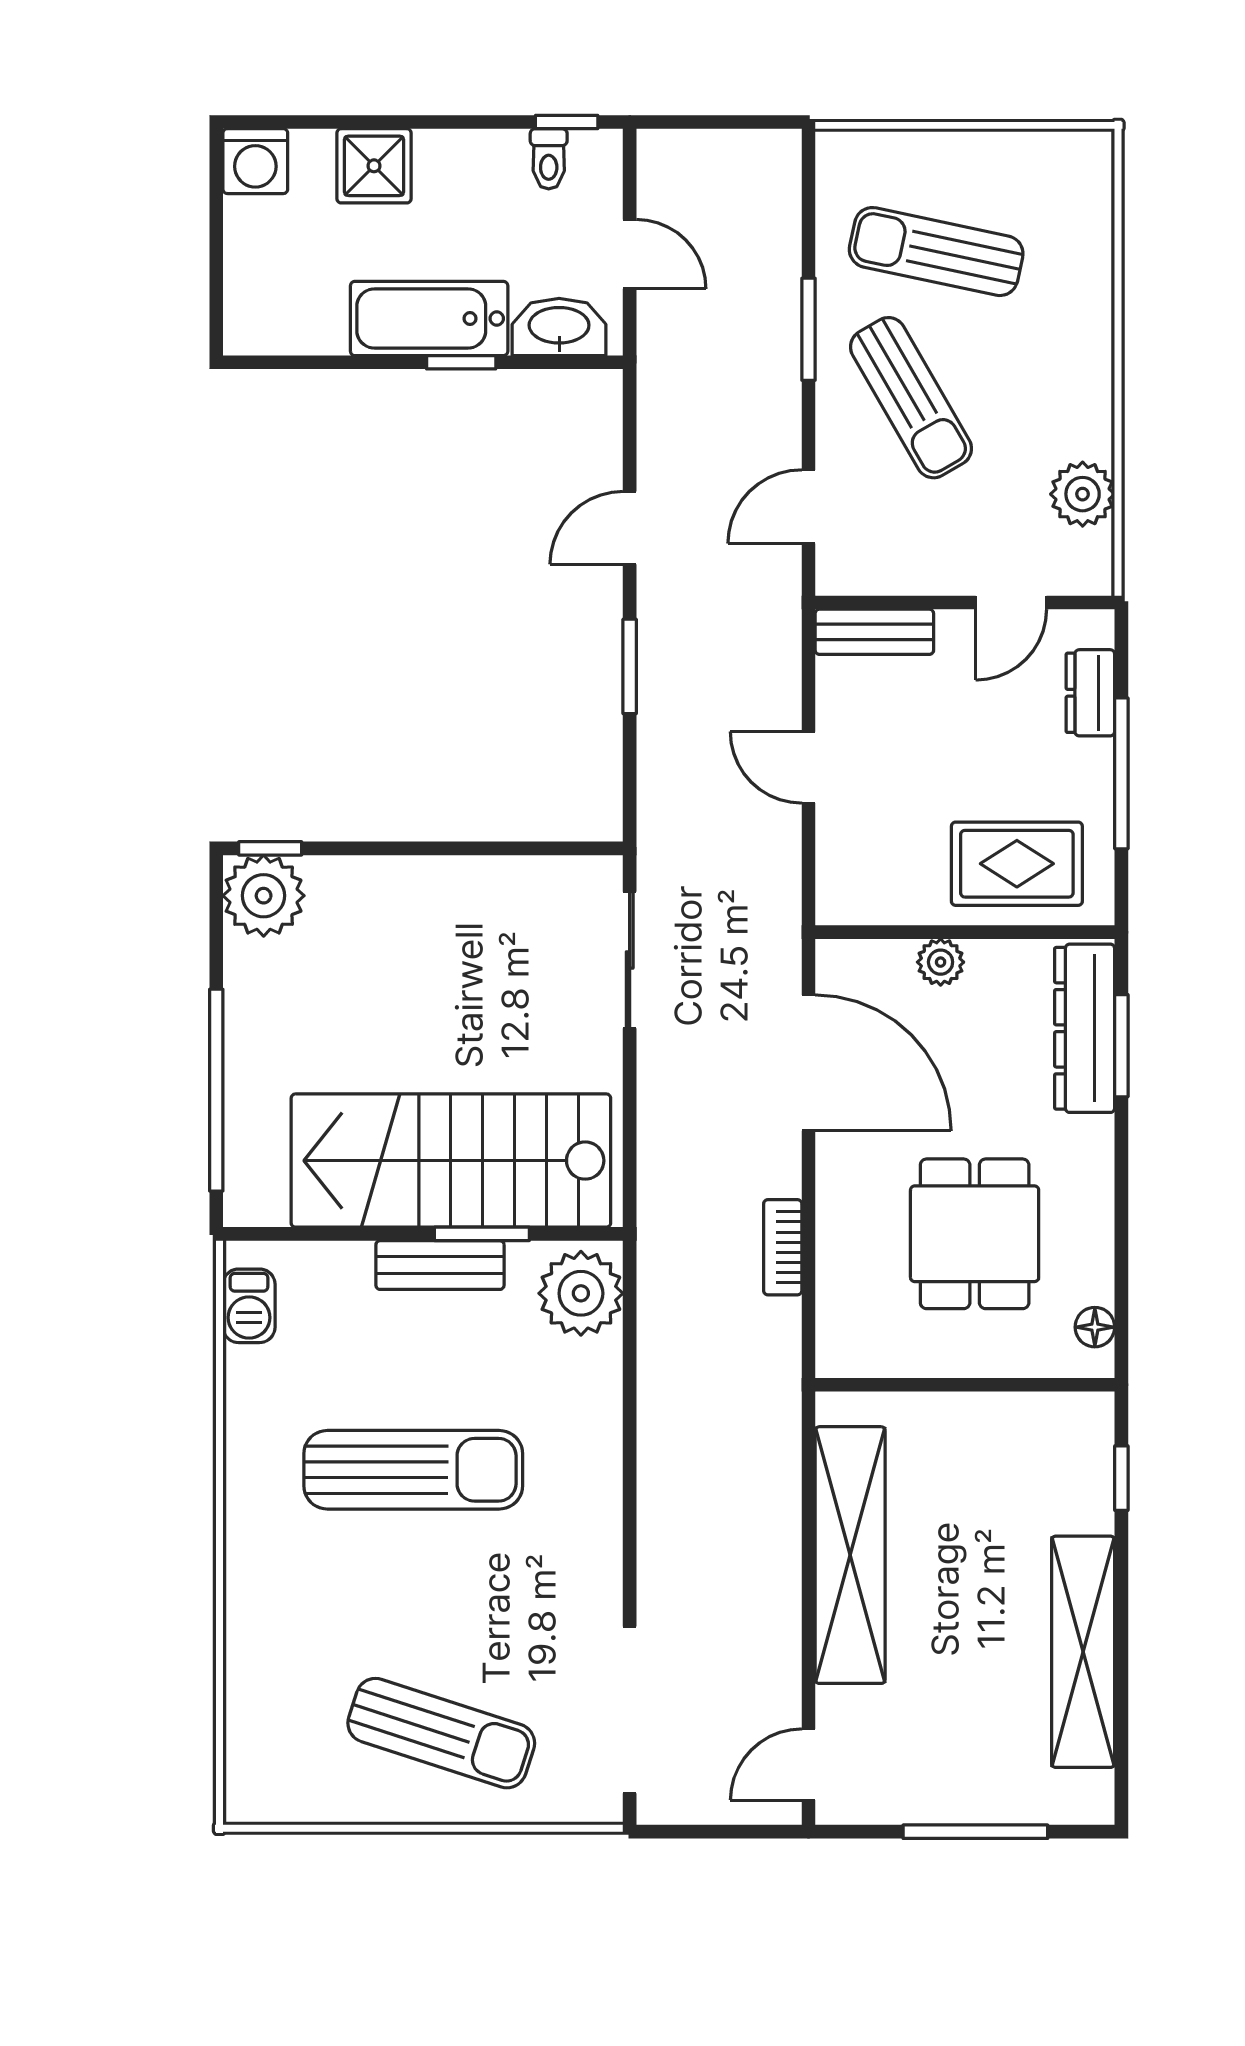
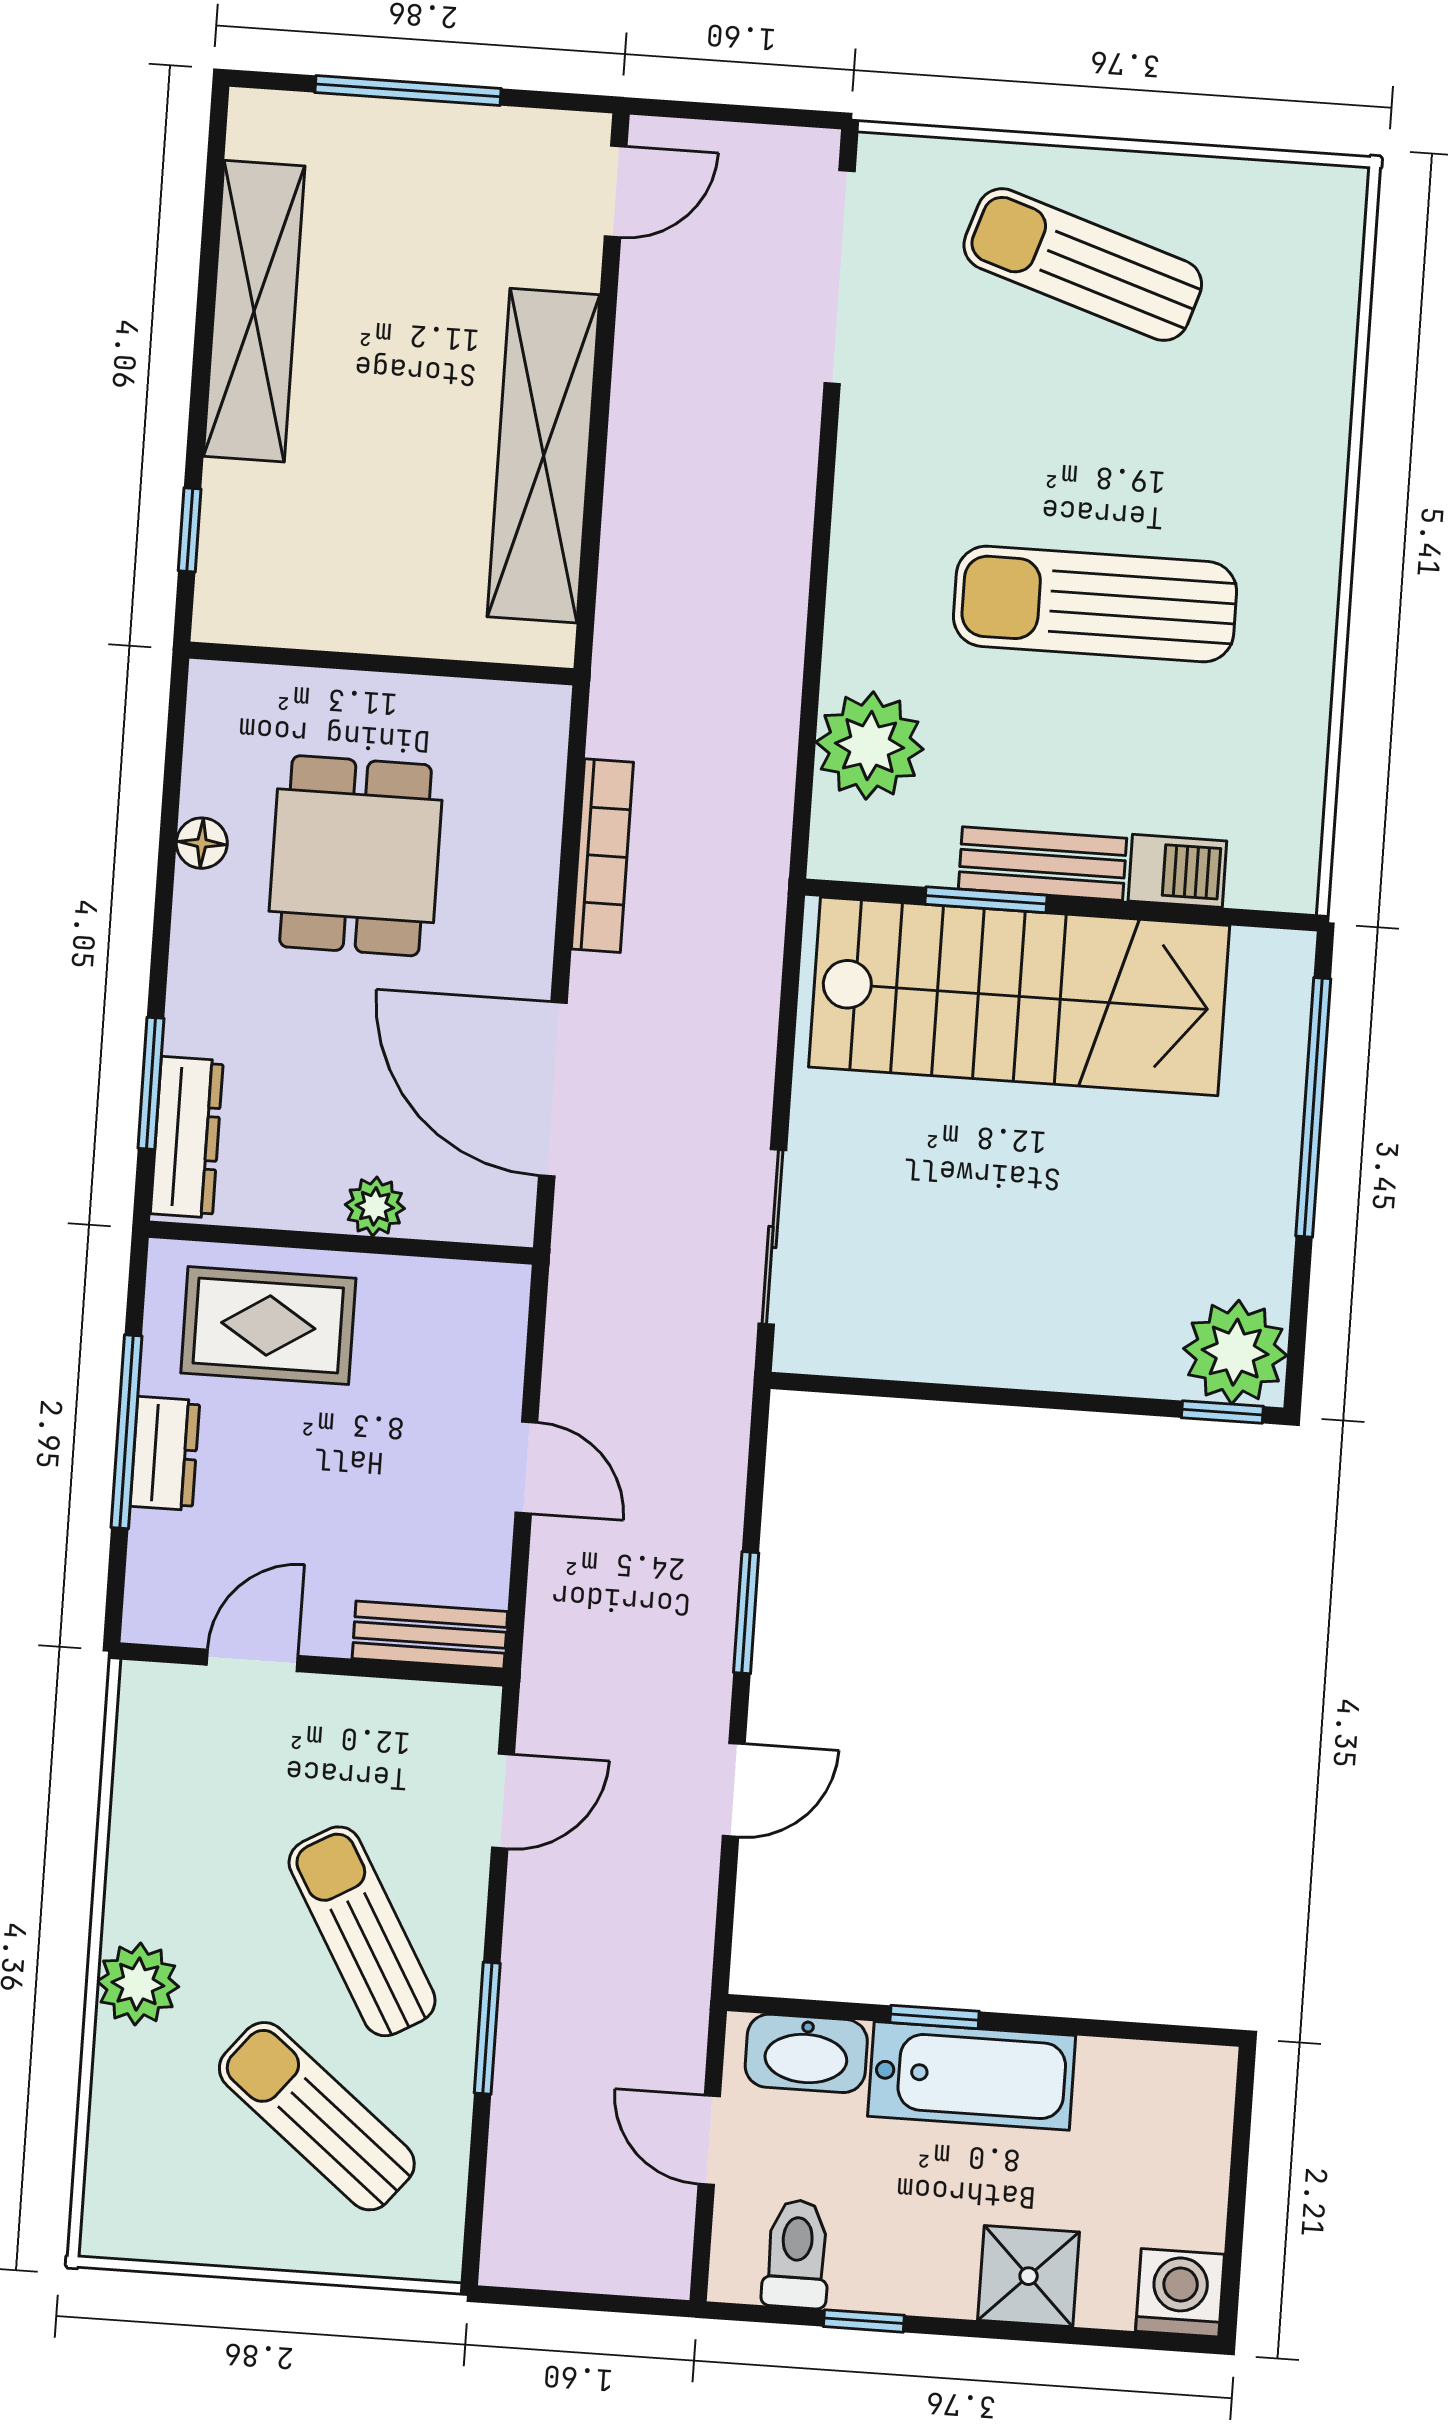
window: (567, 122) -> (864, 2321), moved
toilet: (549, 159) -> (797, 2254), width x1.37, depth x1.39
sun lounger: (936, 252) -> (317, 2116), turned -153
plant: (1083, 494) -> (138, 1984), moved
dresser: (1090, 693) -> (165, 1453), moved
dresser: (1085, 1028) -> (187, 1137), width x0.73, depth x0.80
bookcase: (783, 1247) -> (602, 856), width x1.56
plant: (581, 1293) -> (870, 746), moved
barbecue: (249, 1306) -> (1177, 871), moved, turned 90
floor lamp: (1095, 1327) -> (202, 843), moved

